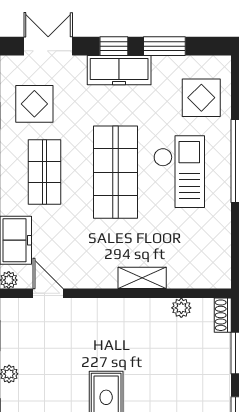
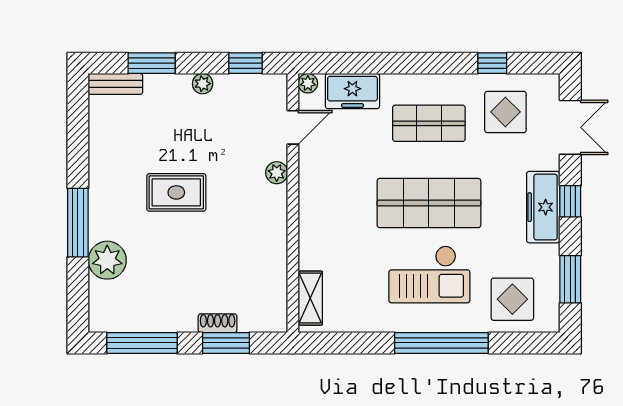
window: (164, 46) -> (570, 279), moved
shelving: (142, 278) -> (310, 298), moved
plant: (181, 308) -> (277, 173), moved
shoe rack: (223, 315) -> (218, 323), moved

